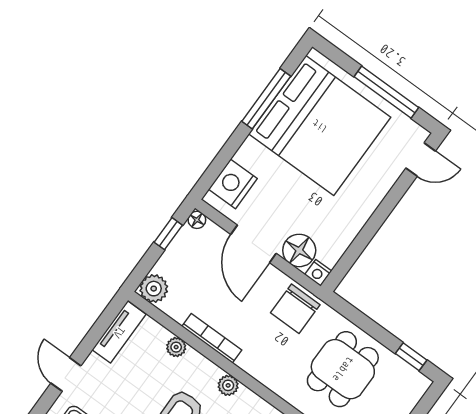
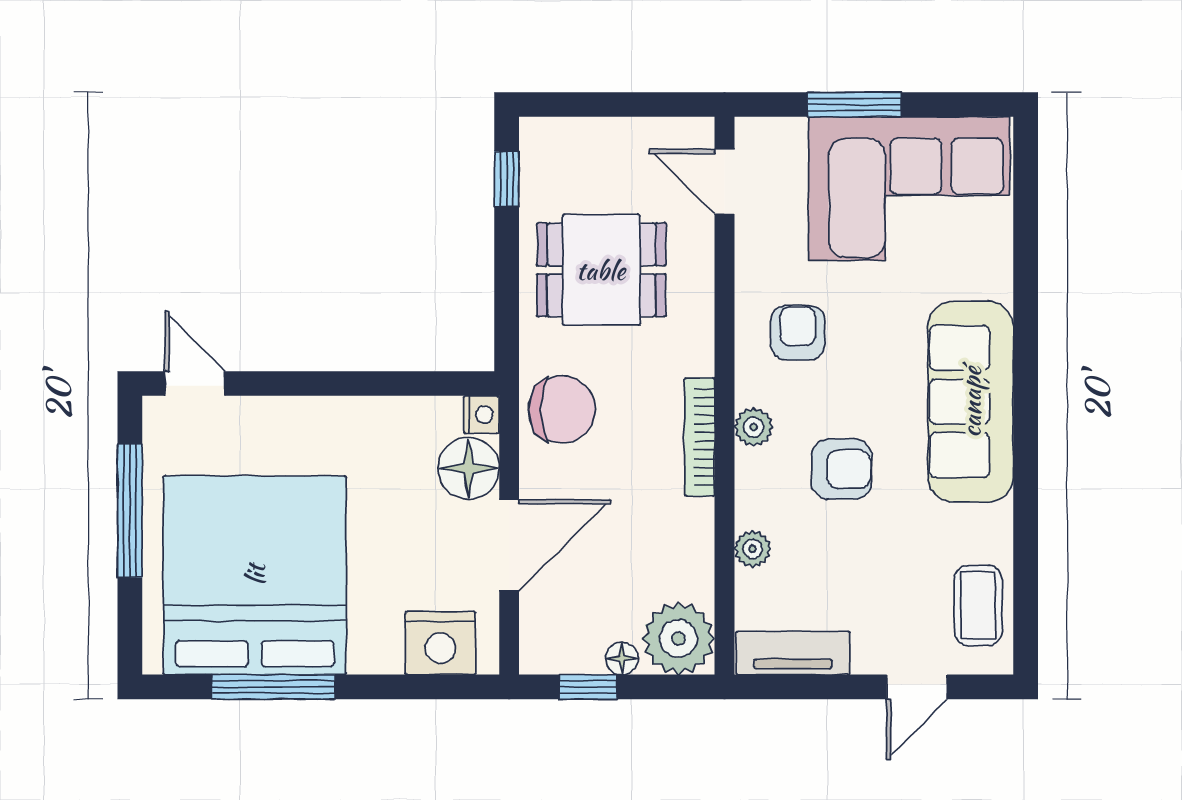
floor lamp: (197, 220) -> (622, 658), moved
plant: (154, 289) -> (678, 638), width x1.36, depth x1.36
bookcase: (212, 338) -> (700, 437), moved

